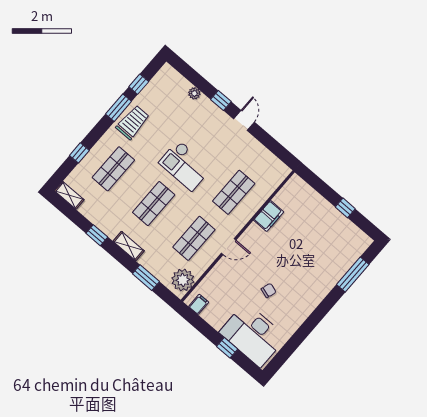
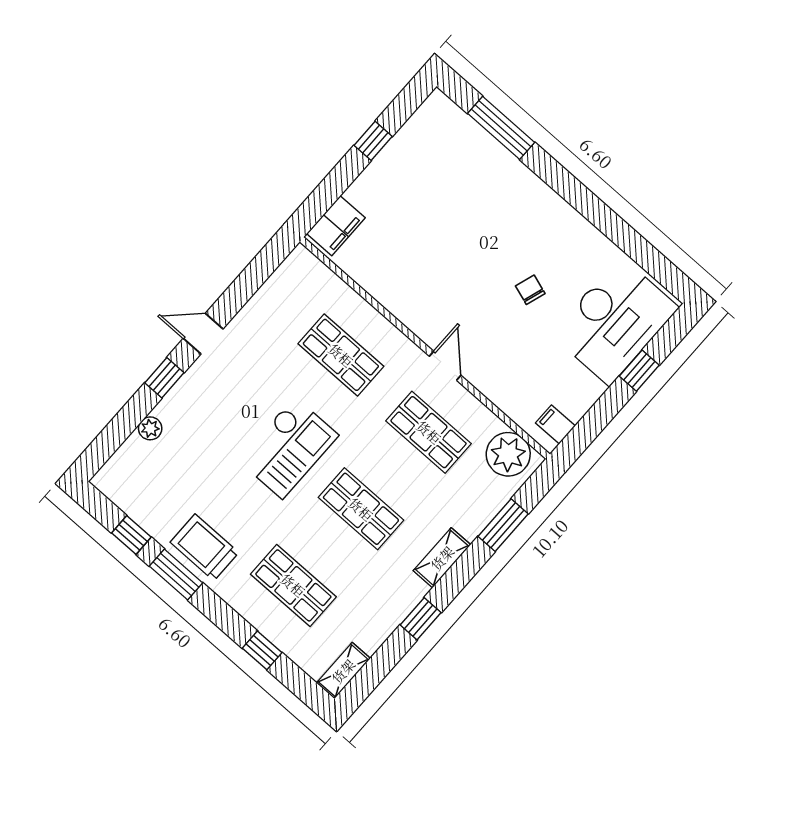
filing cabinet: (269, 216) -> (336, 226), moved, turned 90

